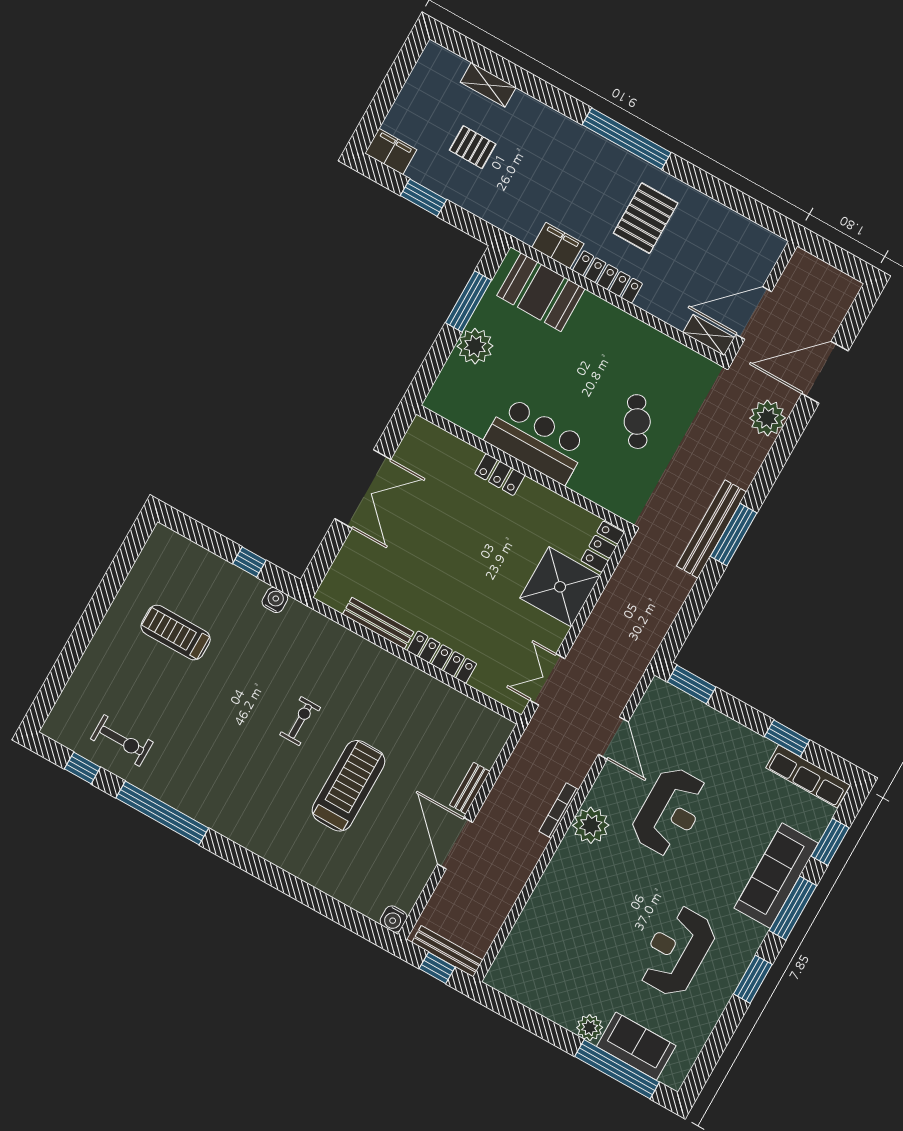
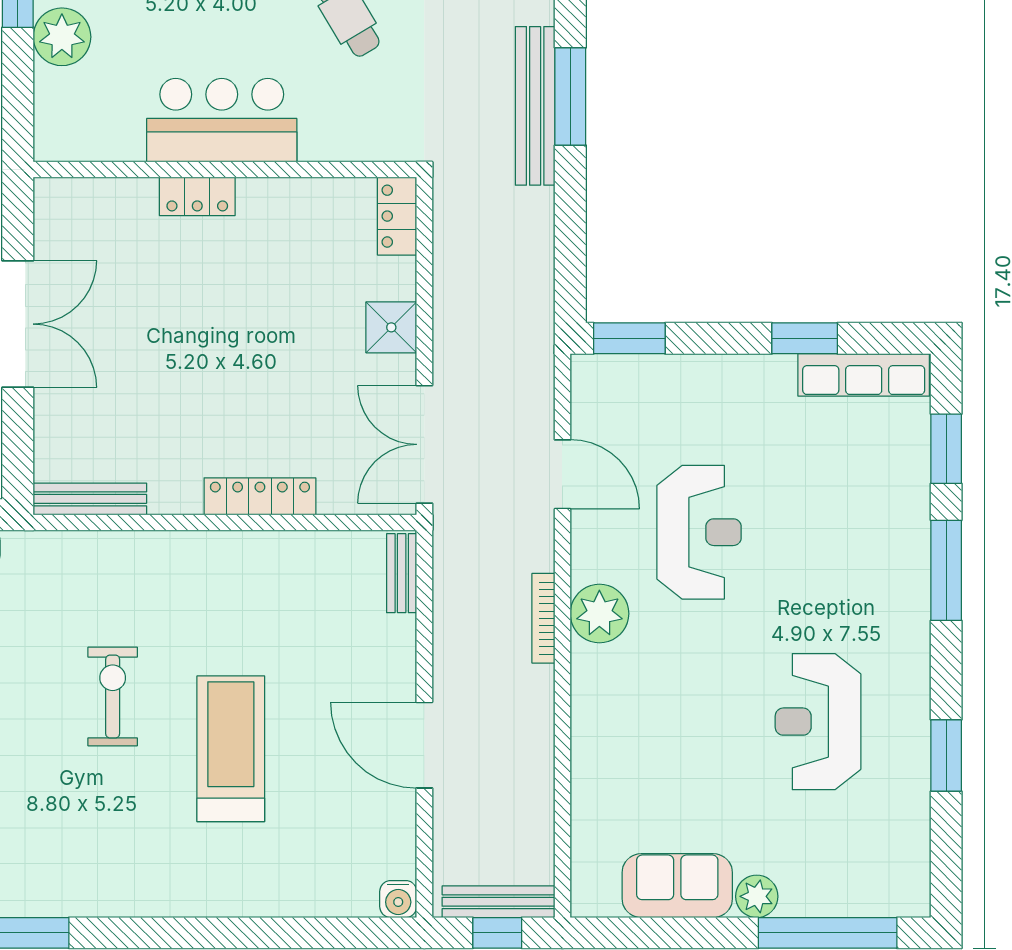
shower: (560, 587) -> (391, 327), width x0.54, depth x0.54
bench: (378, 623) -> (90, 499), moved
double door: (547, 679) -> (424, 444), width x1.37
exercise bike: (300, 721) -> (113, 697), width x1.38, depth x1.39
bench: (470, 788) -> (402, 573), moved
sofa: (776, 876) -> (897, 538), removed
window: (753, 979) -> (946, 756), moved
sofa: (636, 1046) -> (677, 886), moved

